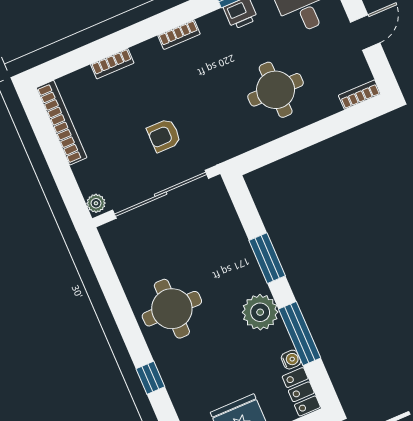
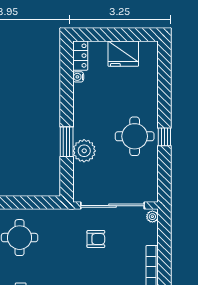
plant: (260, 312) -> (84, 151), moved
window: (300, 333) -> (67, 90), removed
window: (150, 378) -> (164, 137), moved

